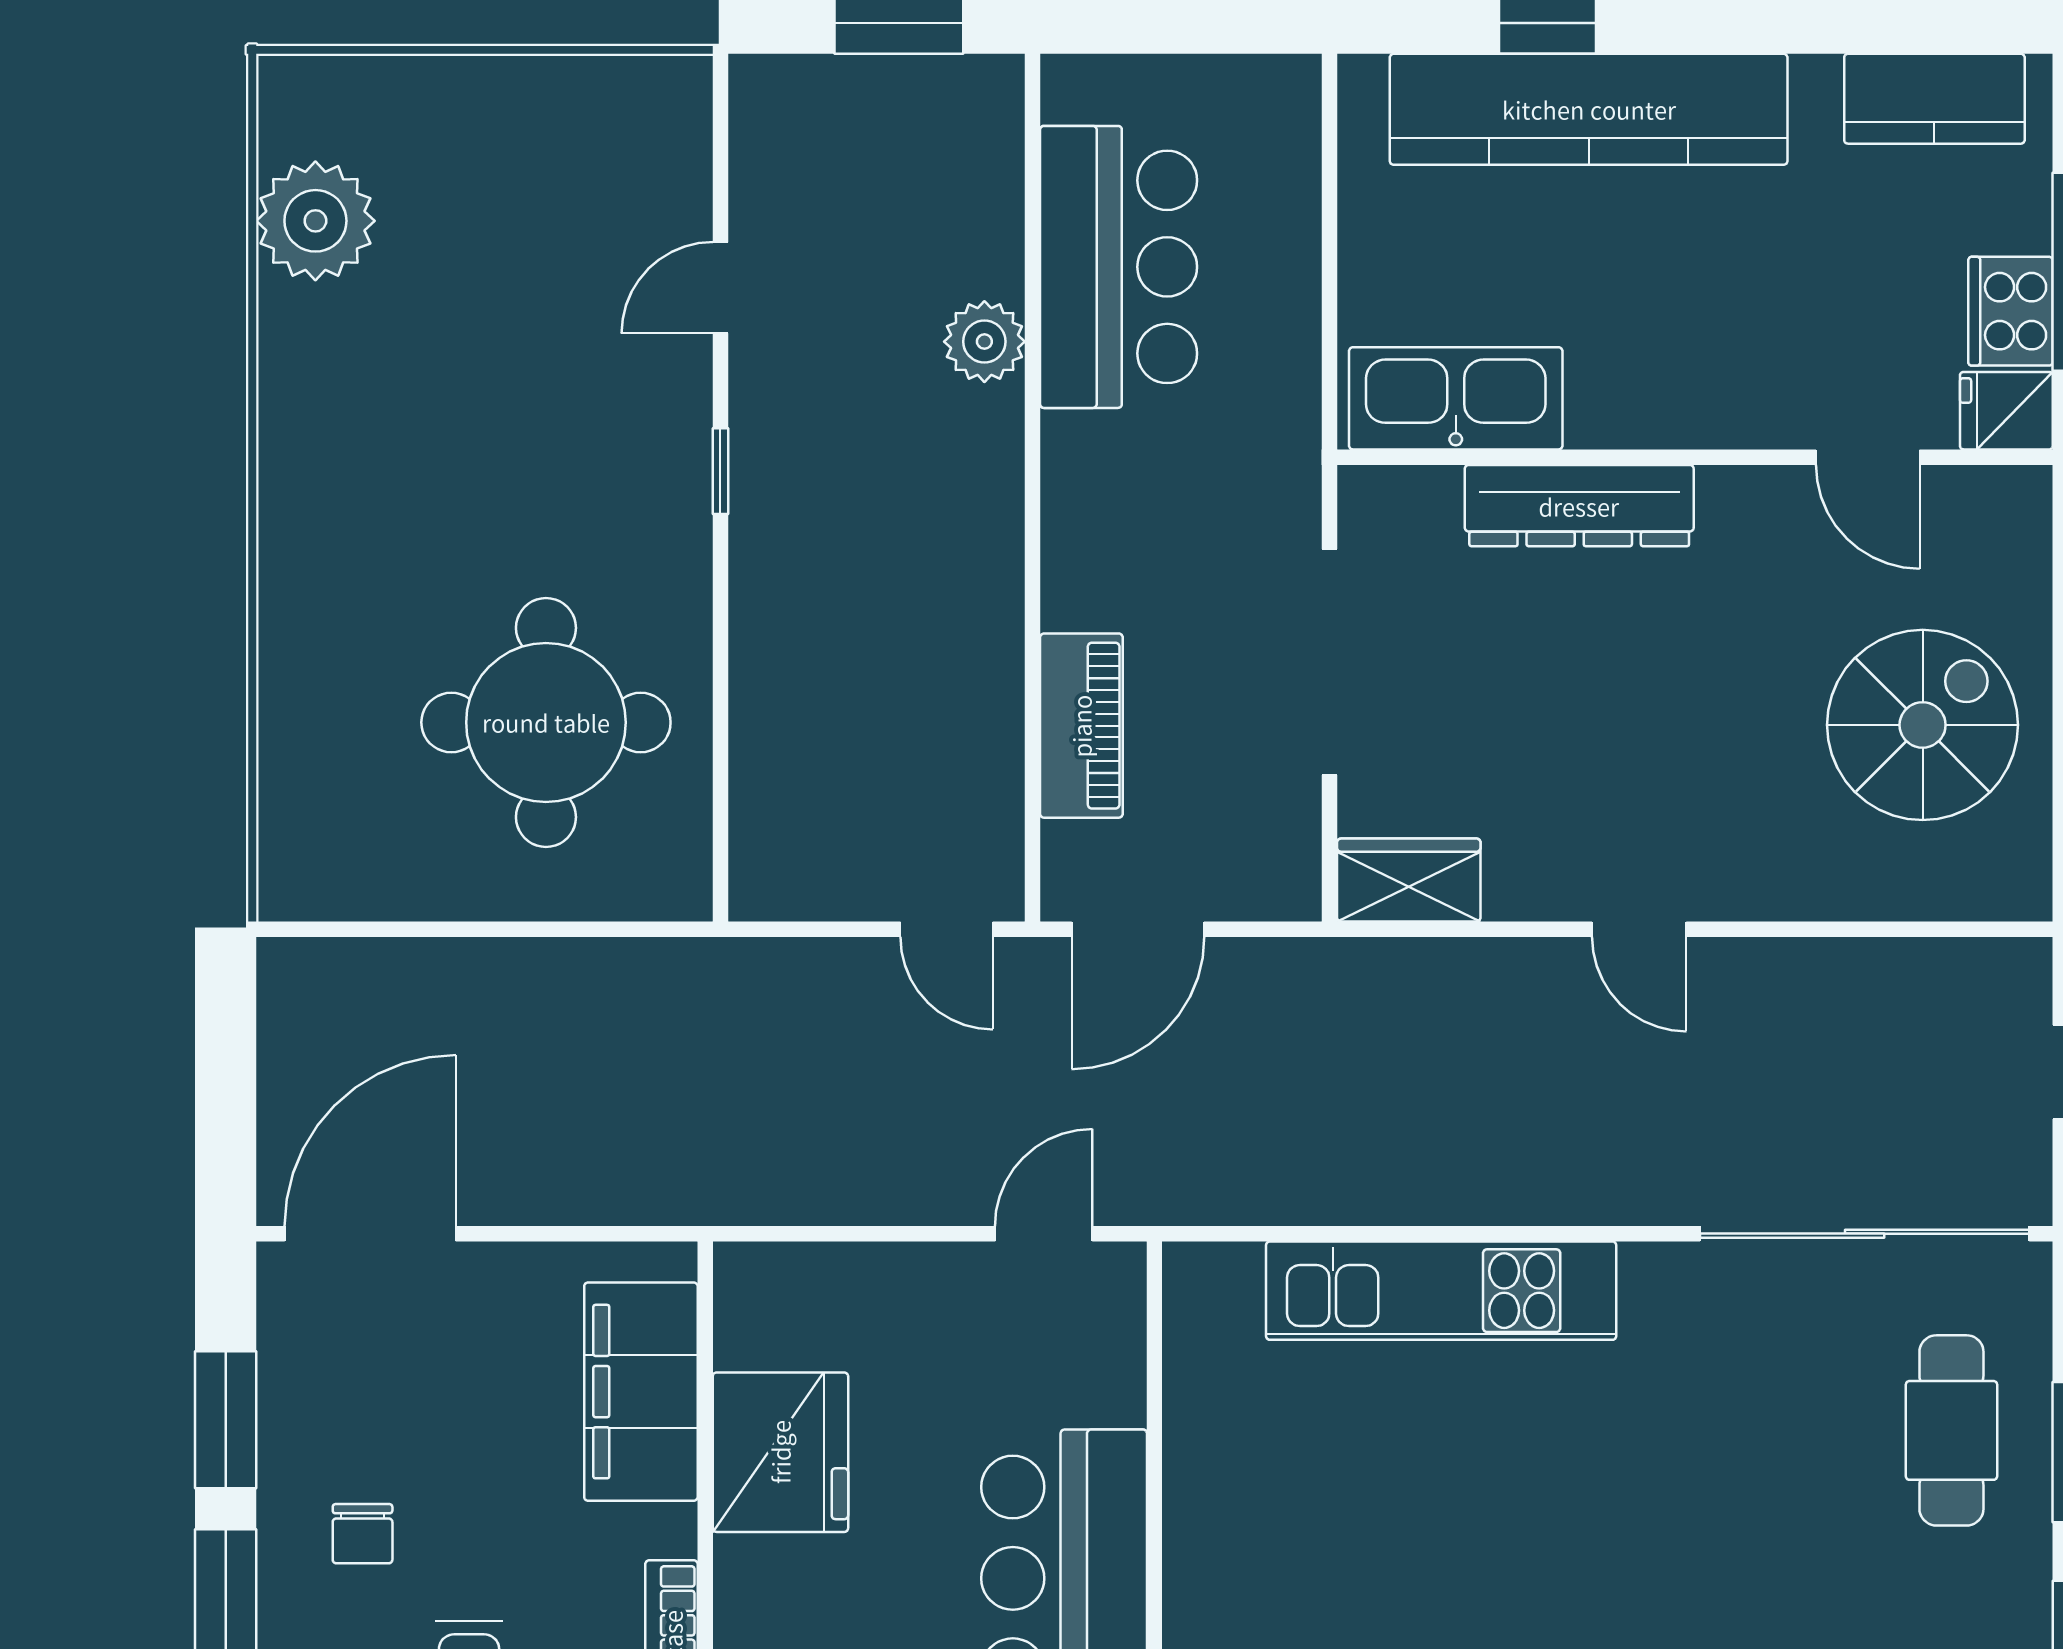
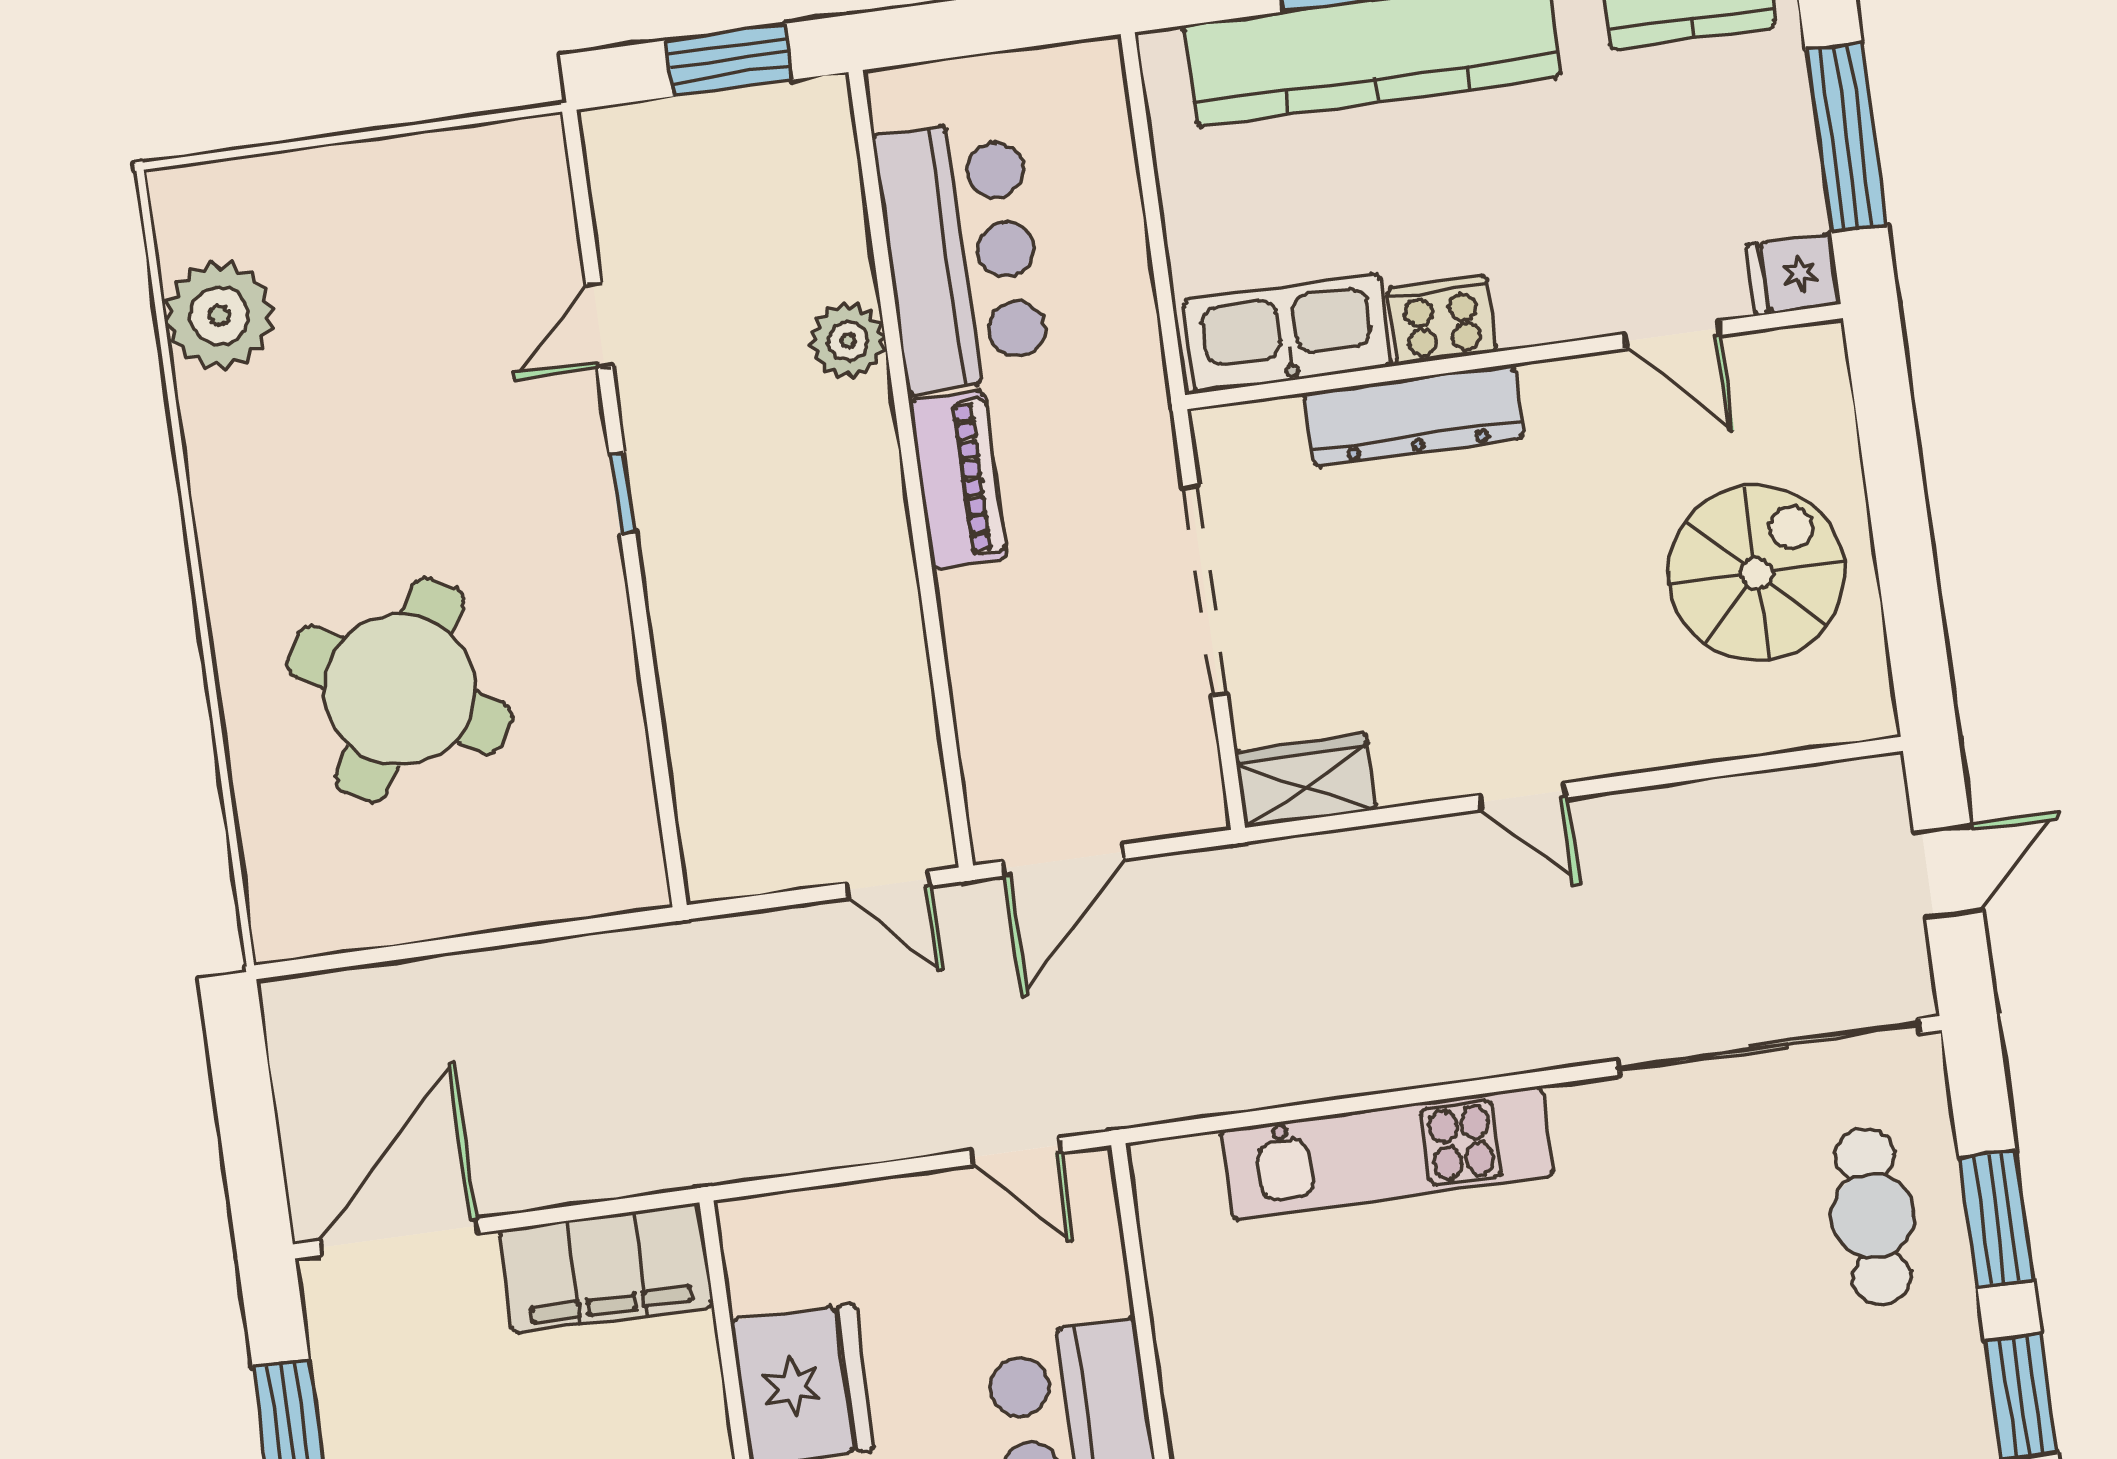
cooker: (2011, 311) -> (1442, 320), moved, turned 90
round table: (546, 722) -> (400, 690), moved, turned 30
piano: (1081, 726) -> (958, 480), moved
door: (1044, 1234) -> (1016, 1151), swing flipped
filing cabinet: (641, 1392) -> (607, 1268), moved, turned -90

